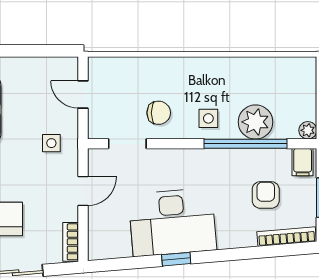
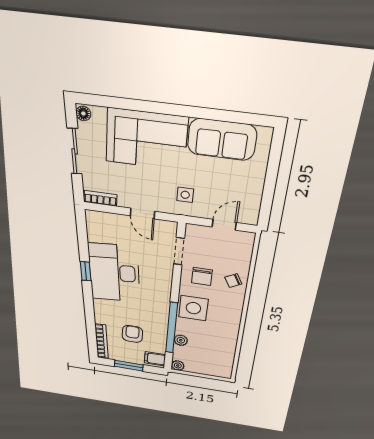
chair: (158, 74) -> (233, 281), added
side table: (208, 118) -> (193, 308), width x1.87, depth x1.87
plant: (255, 122) -> (181, 340), width x0.53, depth x0.53
armchair: (266, 195) -> (132, 334), turned -90

